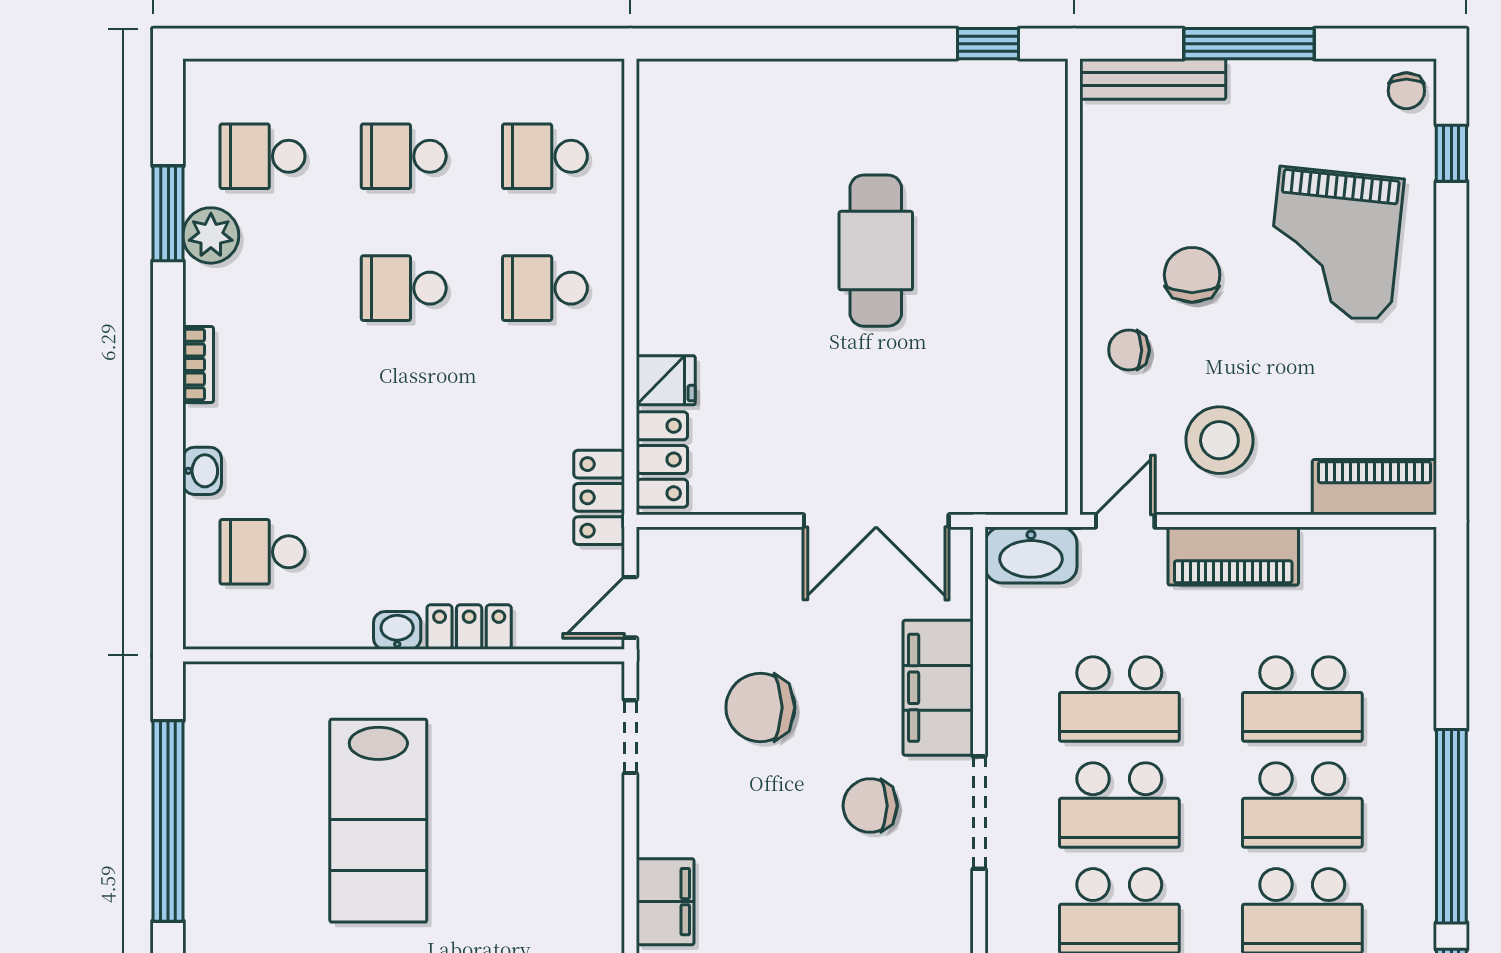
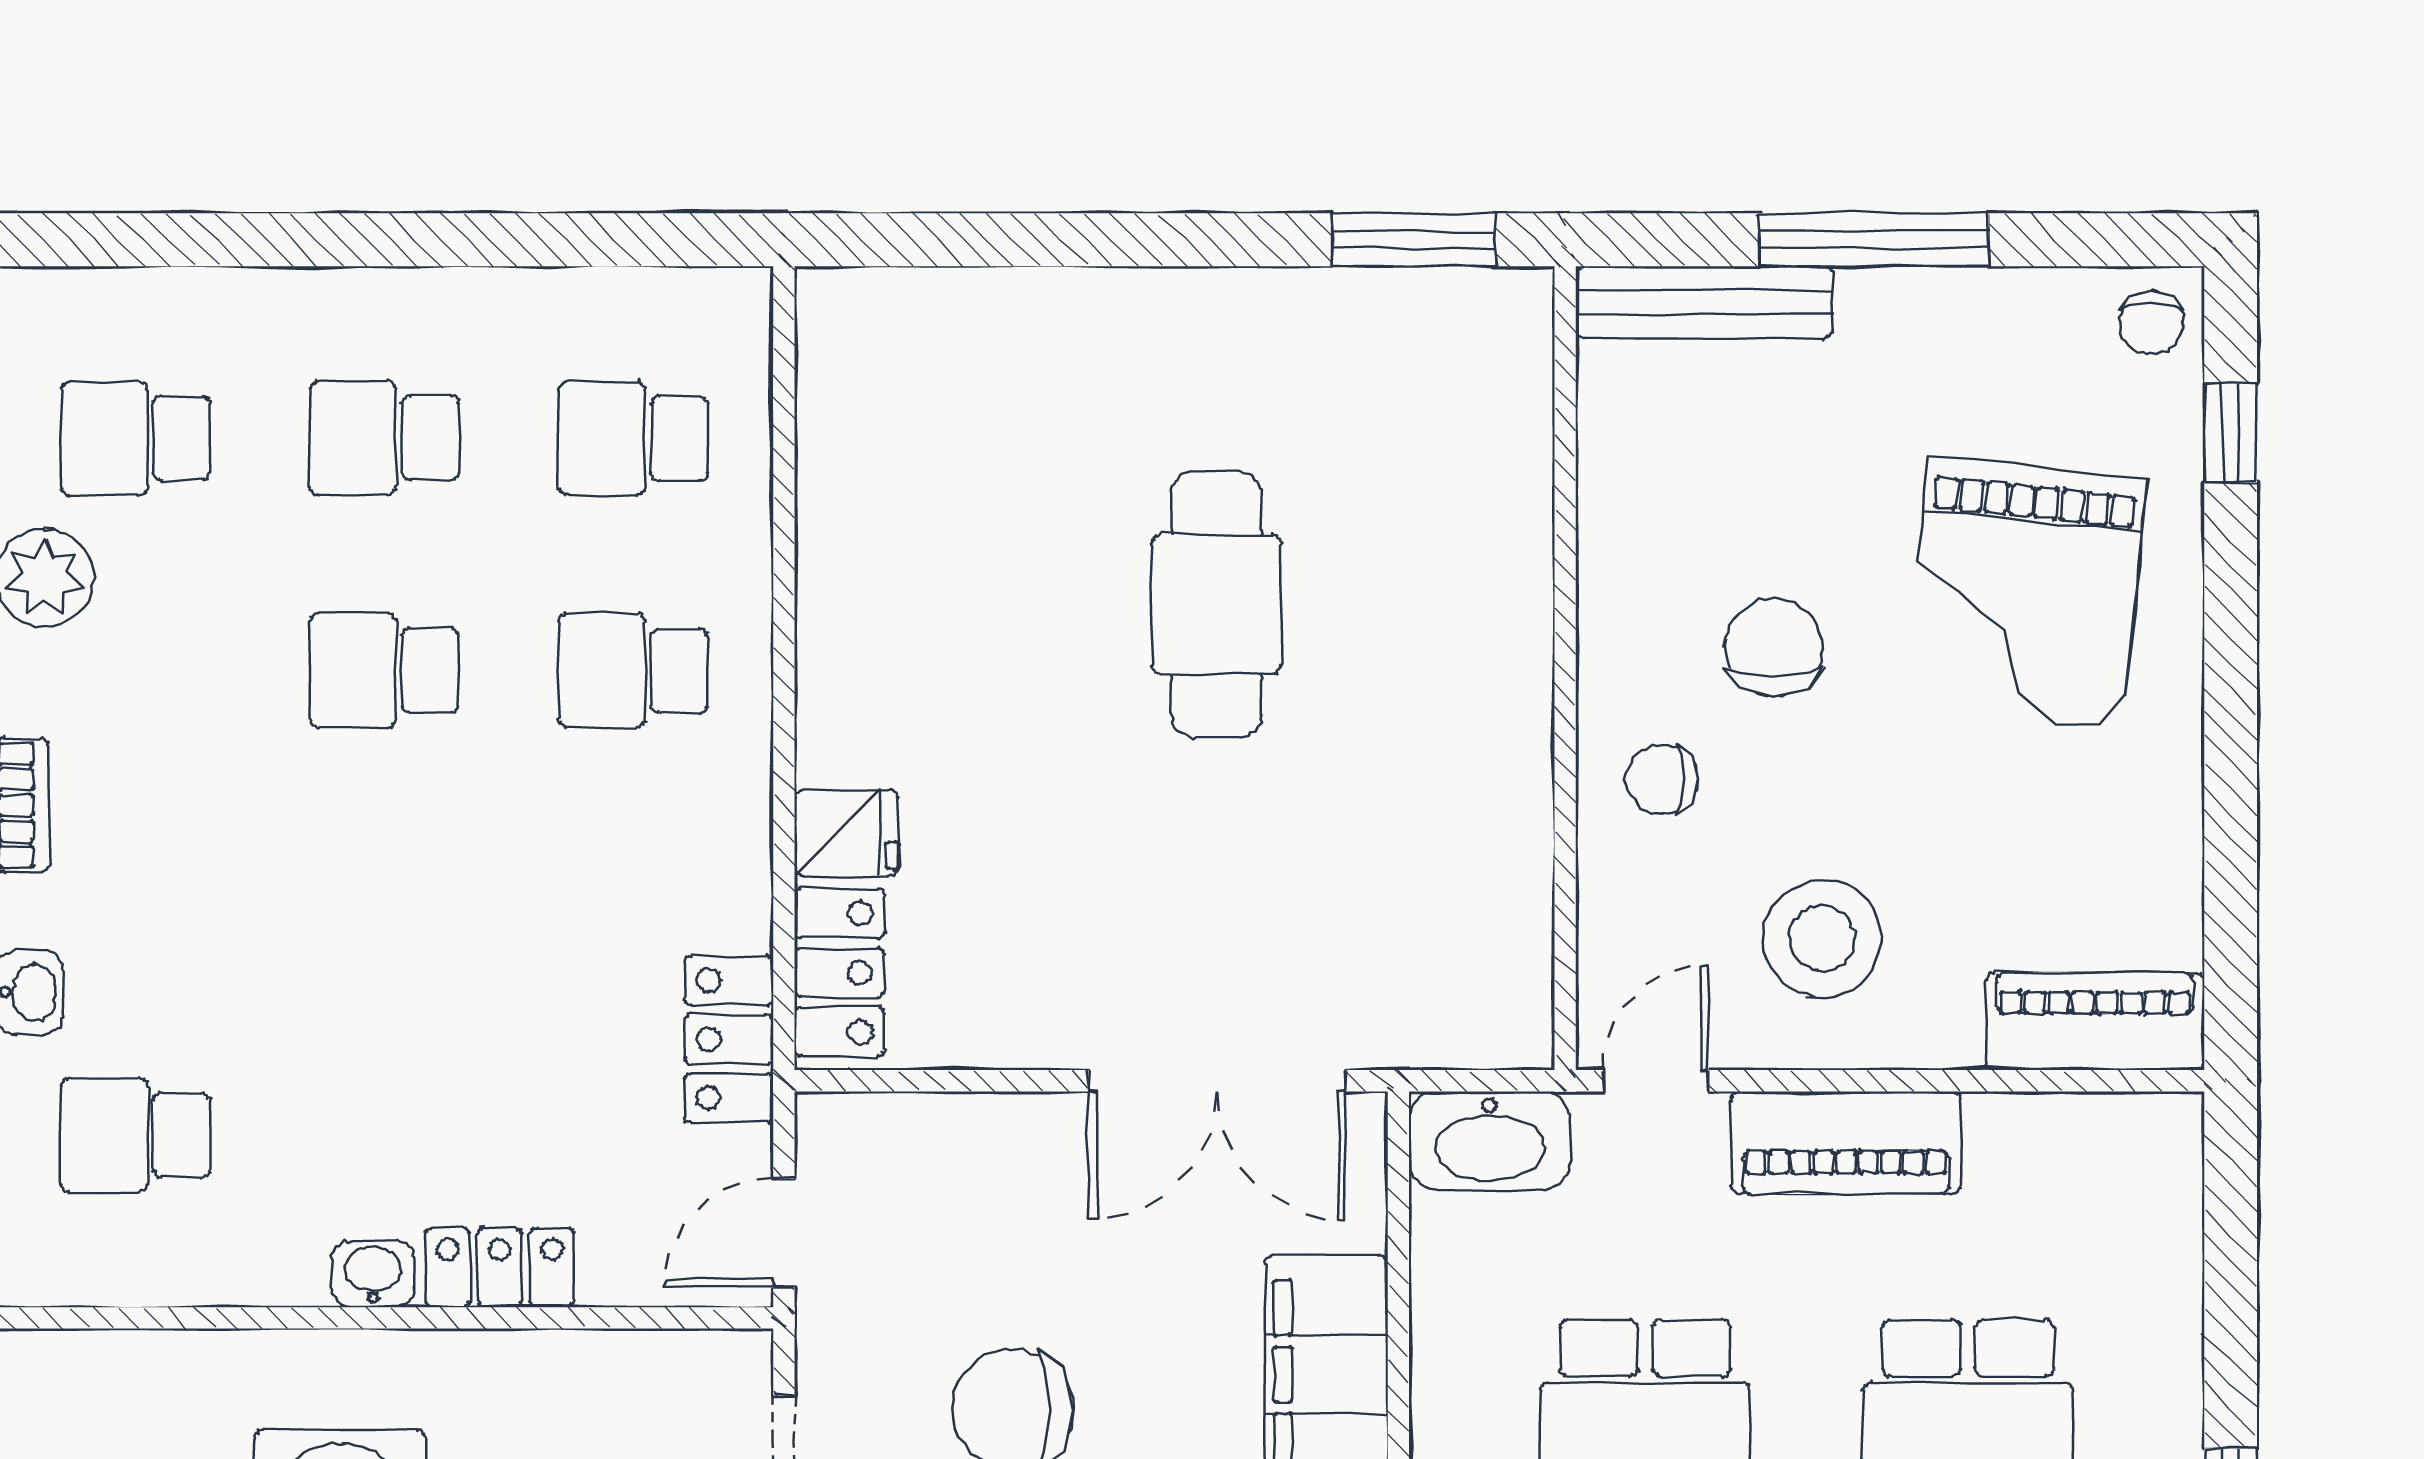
window: (988, 44) -> (1414, 240), width x1.50

